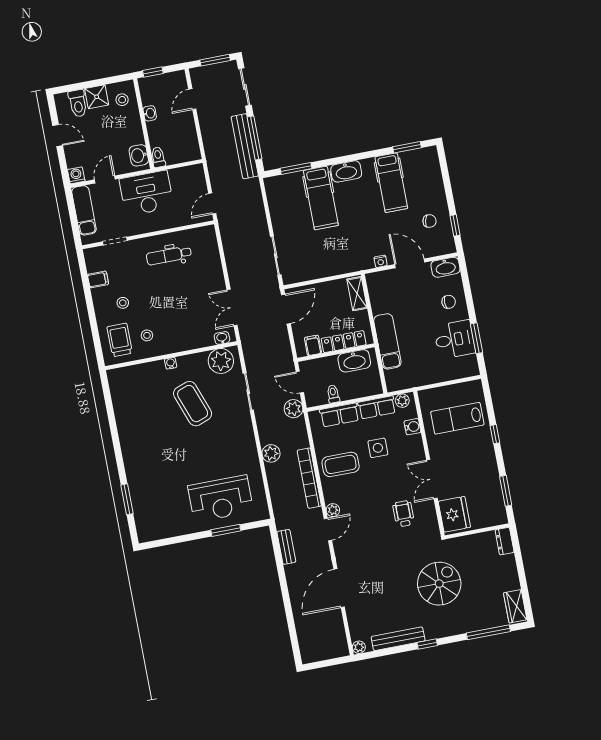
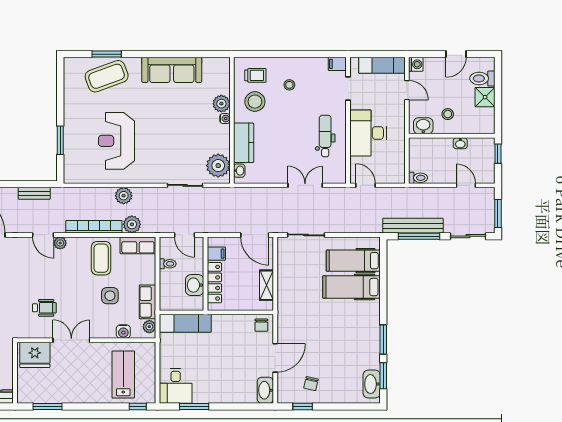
stool: (122, 100) -> (448, 114), moved
toilet: (158, 157) -> (418, 178), moved
window: (296, 168) -> (383, 339), moved
washbasin: (346, 171) -> (372, 384), moved
hospital bed: (391, 183) -> (353, 261), moved
desk: (146, 193) -> (368, 133), moved, turned 180
nightstand: (381, 261) -> (282, 331), removed
filing cabinet: (98, 279) -> (337, 64), moved, turned 90
shelving: (357, 294) -> (266, 285), moved, turned 90
chair: (449, 302) -> (261, 325), moved
double door: (232, 308) -> (305, 185), moved
stool: (147, 335) -> (255, 102), width x1.89, depth x1.89
kitchen counter: (192, 339) -> (244, 143), added
desk: (455, 339) -> (176, 386), moved
trolley: (120, 340) -> (255, 75), width x0.73, depth x0.72
exam couch: (387, 341) -> (185, 323), moved
washbasin: (354, 361) -> (195, 285), width x0.72
plant: (156, 370) -> (221, 104), added
door: (300, 382) -> (185, 235), swing flipped
coffee table: (193, 404) -> (107, 76), moved
plant: (293, 409) -> (132, 224), moved
row of seats: (339, 415) -> (138, 245), moved, turned -90
sofa: (131, 428) -> (172, 70), added
window: (495, 434) -> (138, 407), moved
reception desk: (221, 499) -> (116, 141), moved

